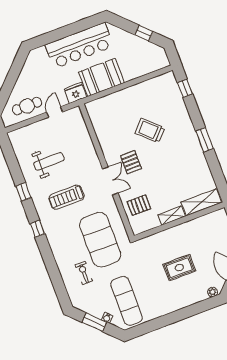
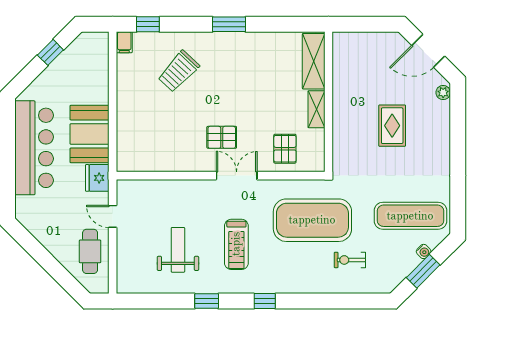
filing cabinet: (168, 78) -> (124, 42), added
trolley: (150, 131) -> (178, 71), moved

